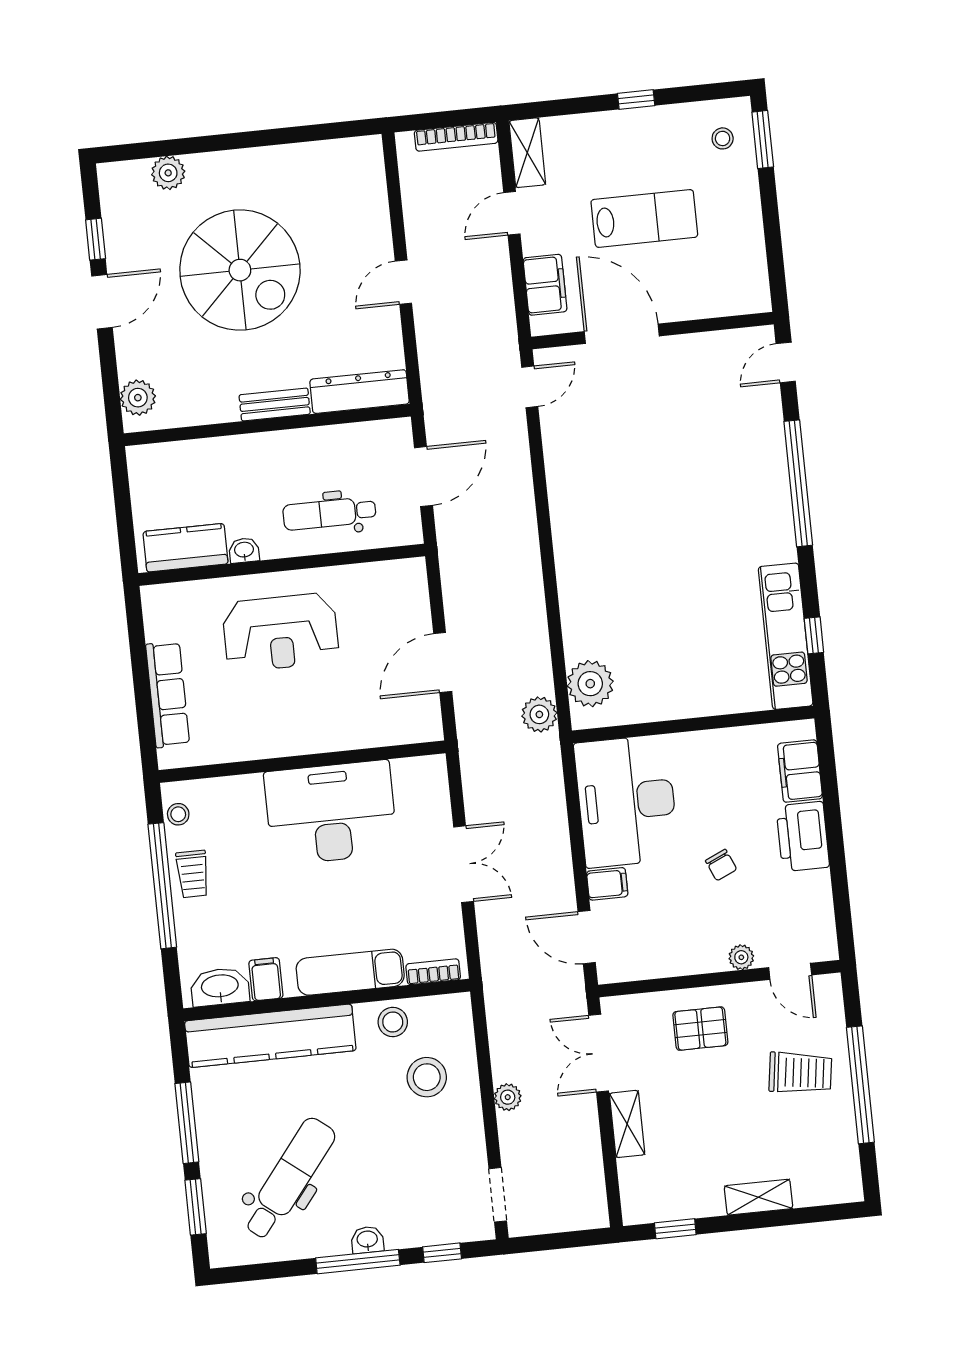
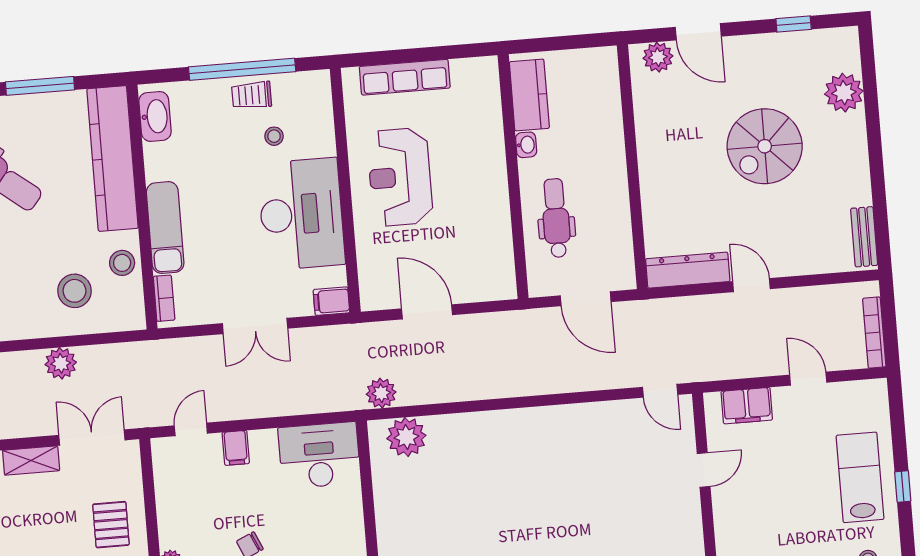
shelving: (527, 153) -> (859, 393), removed
plant: (168, 173) -> (844, 93), width x1.36, depth x1.36
lab bench: (644, 218) -> (860, 477), moved, turned 180
spiral stairs: (240, 270) -> (765, 146), width x0.73, depth x0.73
door: (102, 302) -> (698, 32), moved
door: (622, 334) -> (704, 470), width x0.53
dresser: (359, 392) -> (688, 270), moved, turned -90
bench: (275, 404) -> (864, 237), moved
reception desk: (281, 632) -> (400, 177), moved
desk: (626, 801) -> (319, 455), width x0.73, depth x0.77
stool: (178, 814) -> (274, 136), moved
door: (587, 937) -> (191, 429), width x0.73
filing cabinet: (266, 979) -> (331, 301), moved, turned 180
plant: (508, 1097) -> (61, 363), width x1.38, depth x1.38

